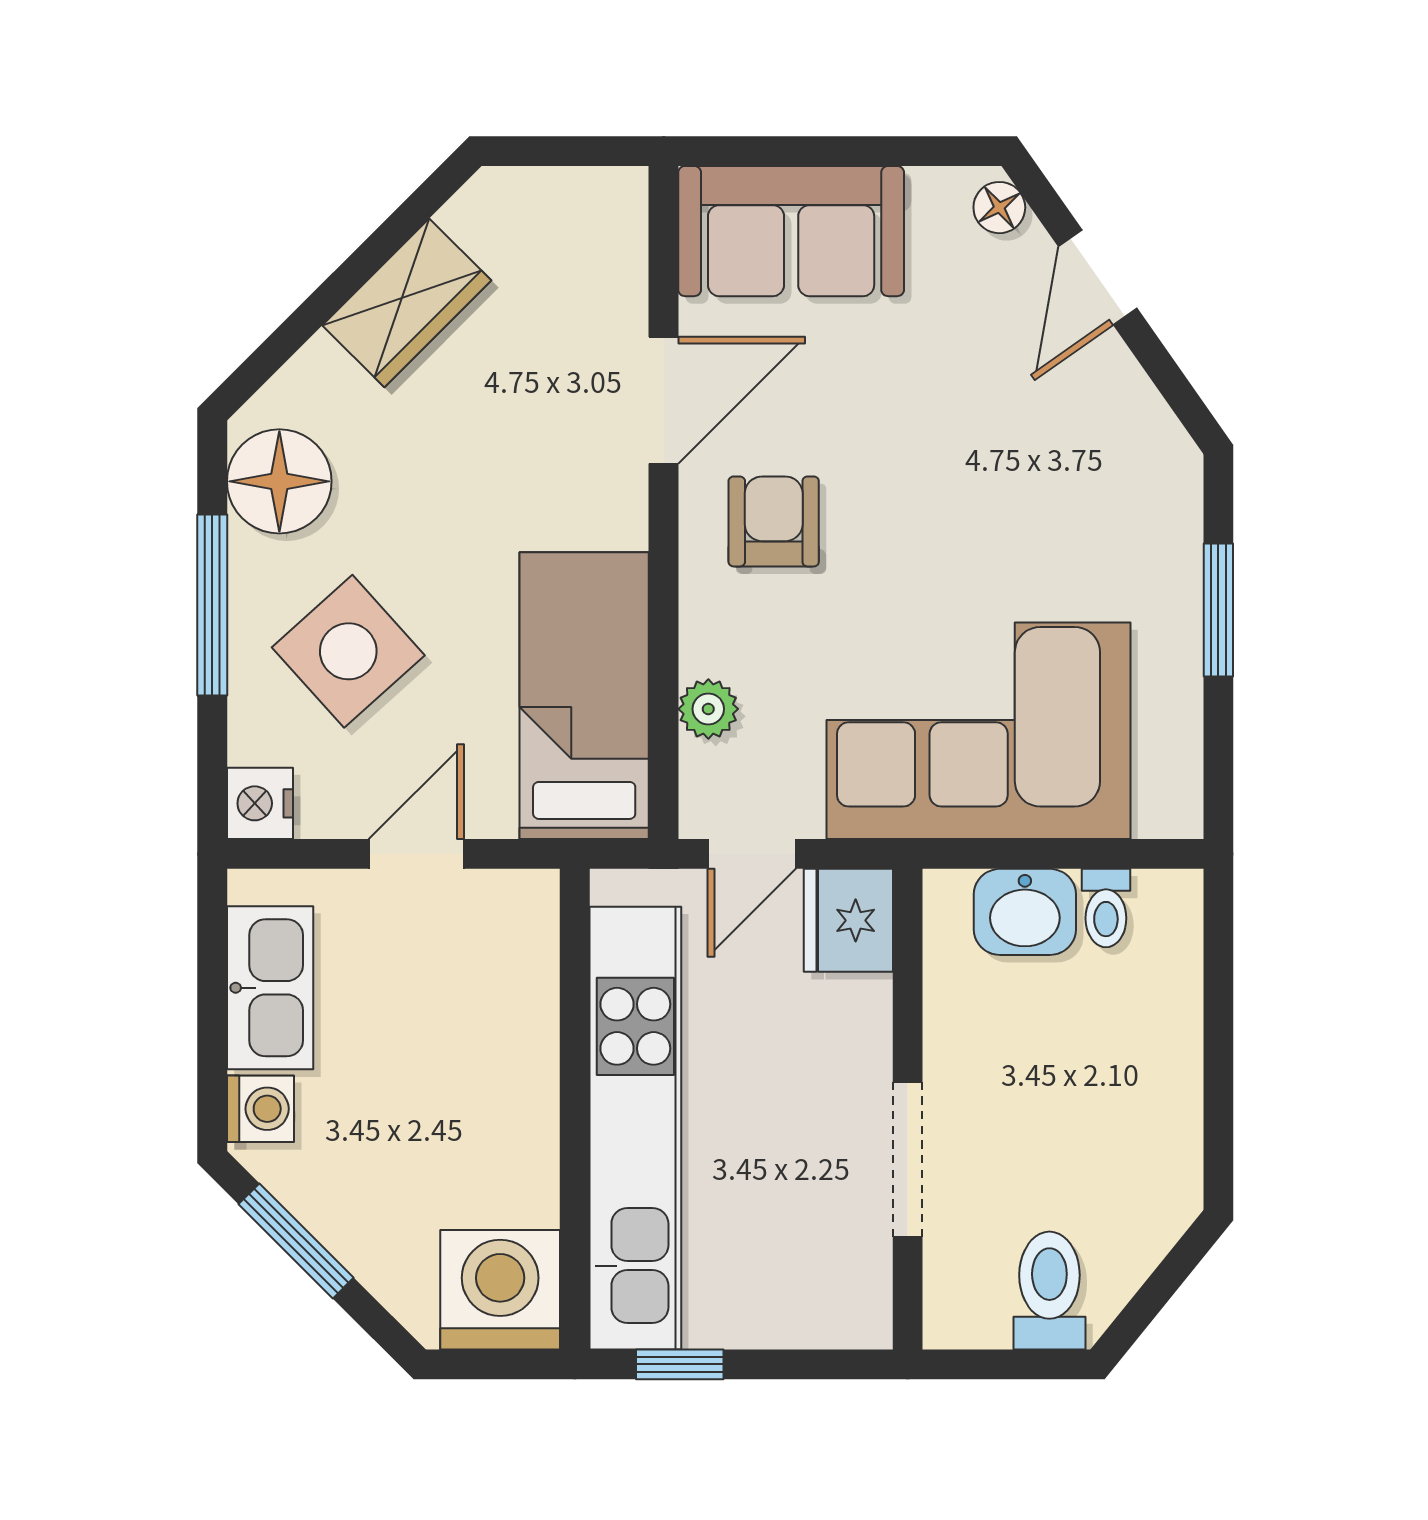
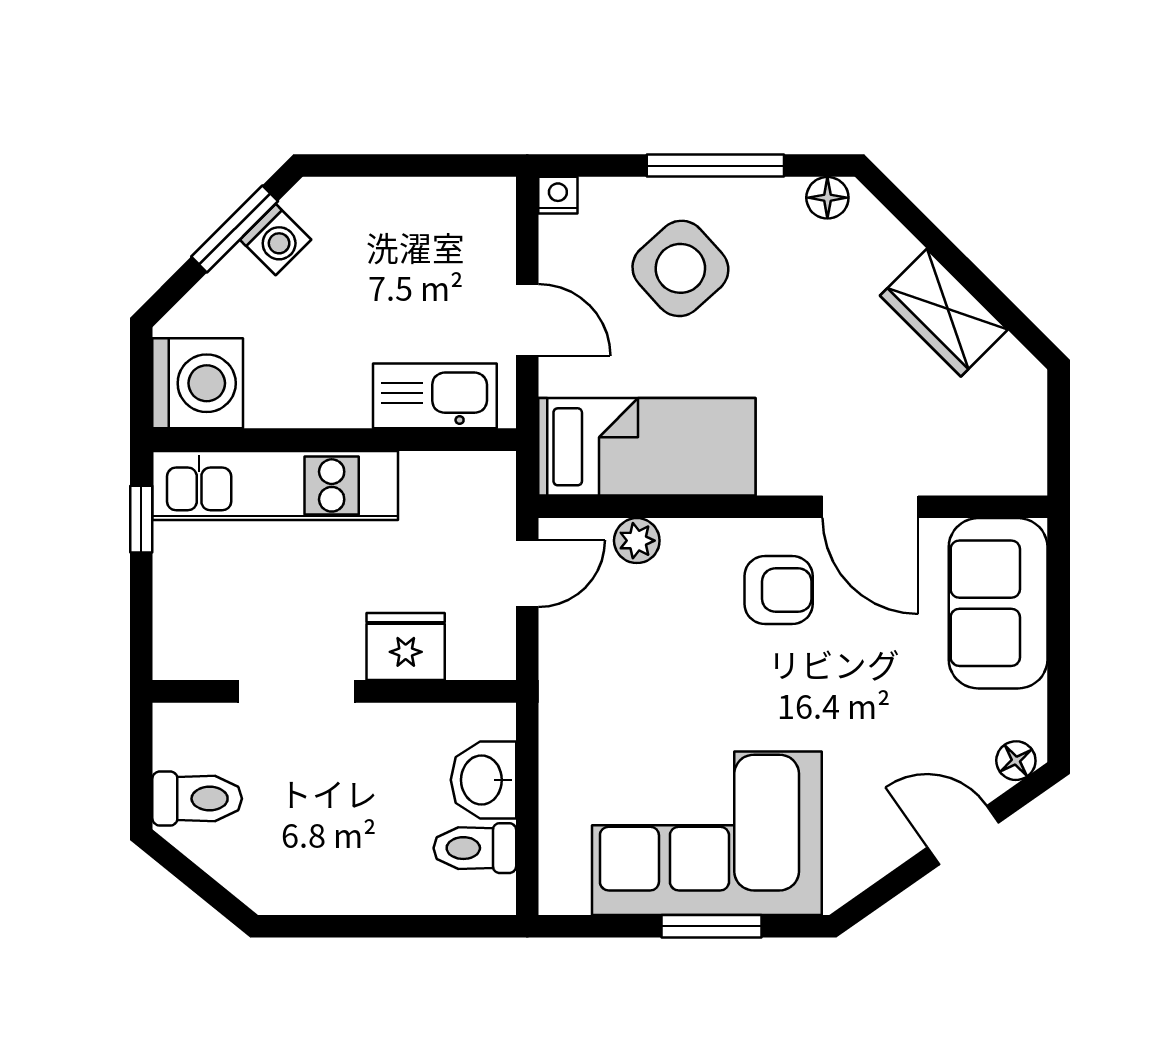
floor lamp: (279, 481) -> (827, 198), width x0.53, depth x0.53
corner sofa: (979, 731) -> (707, 833), moved, turned -90
nightstand: (260, 803) -> (558, 195), width x0.72, depth x0.74
door: (752, 854) -> (527, 574), swing flipped
toilet: (1106, 908) -> (475, 848), width x1.37, depth x1.39
fridge: (848, 920) -> (406, 647), moved
kitchen sink: (270, 988) -> (435, 396), moved, turned 180
washing machine: (260, 1109) -> (276, 240), moved, turned -45
kitchen unit: (635, 1128) -> (275, 485), width x0.73

